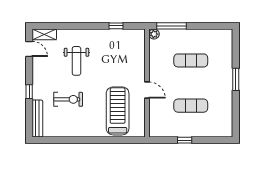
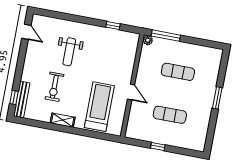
shelving: (44, 34) -> (63, 120), moved
window: (29, 92) -> (14, 97), moved
exercise bike: (68, 99) -> (54, 87), turned 90

